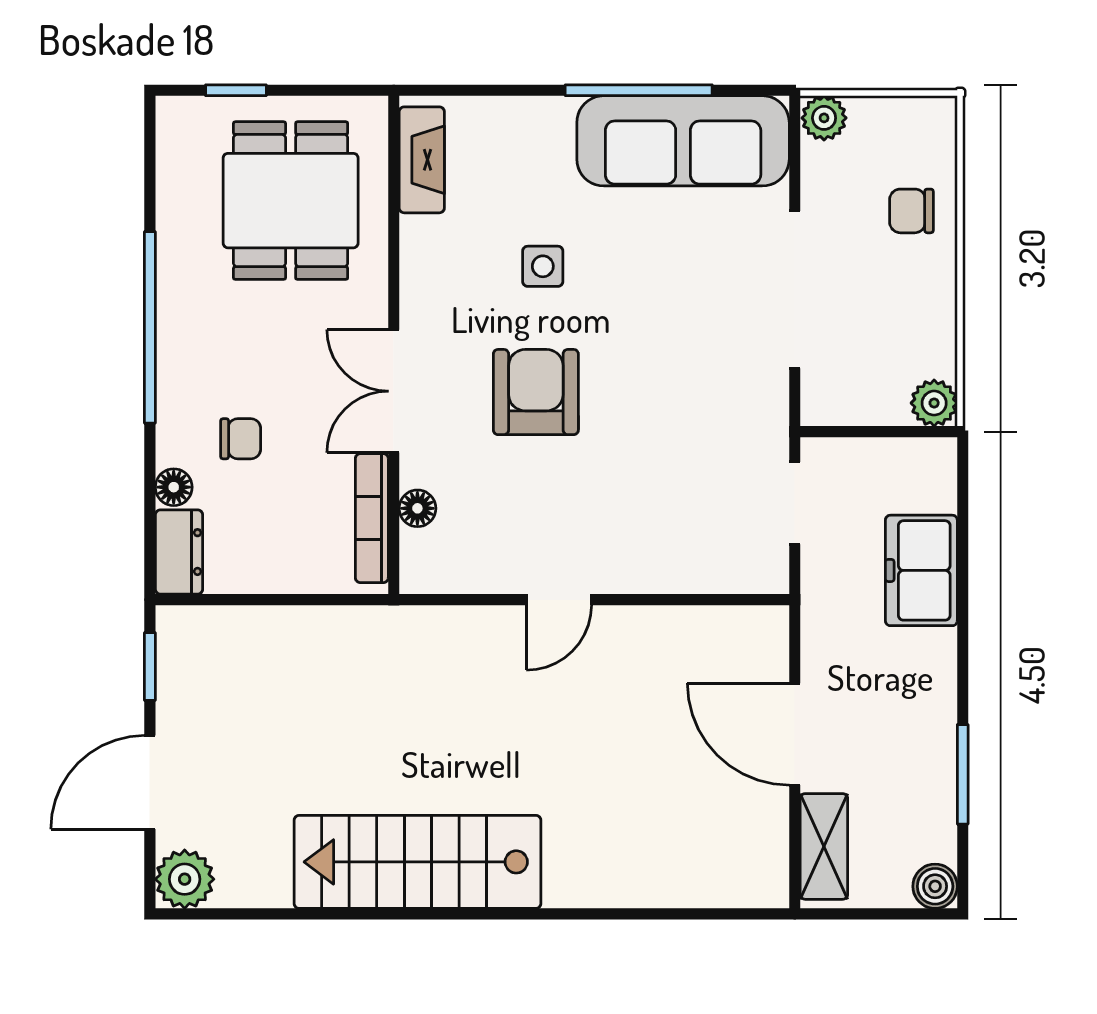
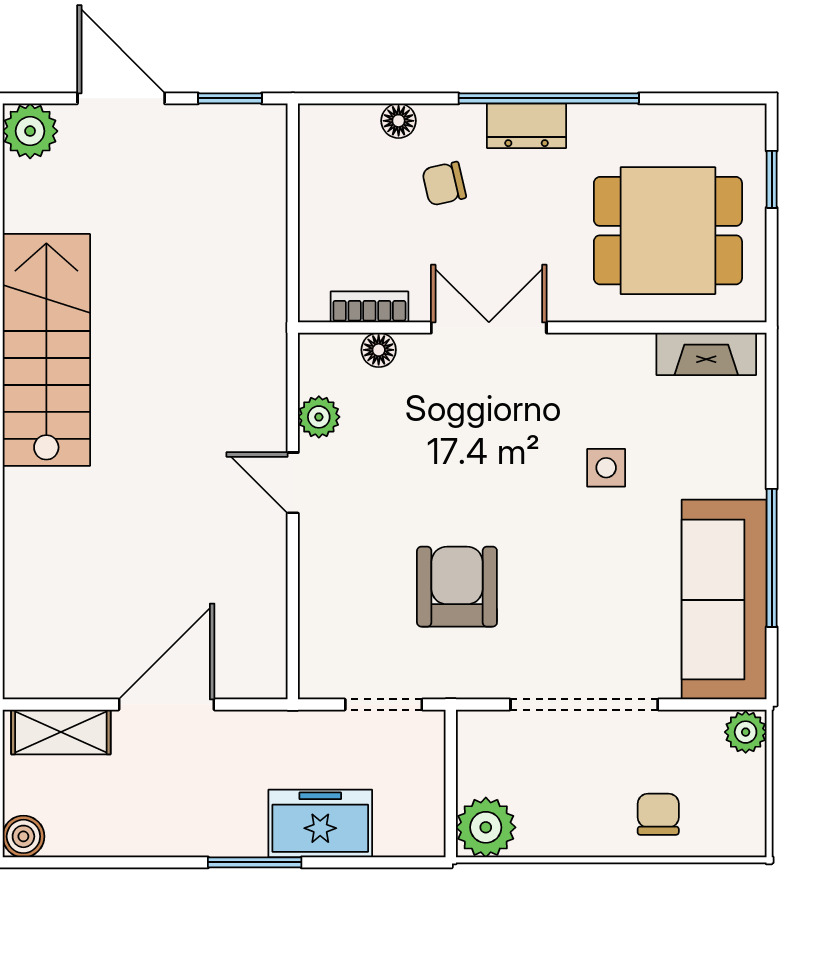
armchair: (536, 392) -> (457, 587), moved, turned -90
plant: (934, 403) -> (486, 827), width x1.38, depth x1.38
chair: (241, 439) -> (444, 184), turned 77
bookcase: (372, 518) -> (369, 307), width x0.64
dresser: (179, 552) -> (527, 126), moved
plant: (489, 572) -> (319, 417), added
window: (963, 774) -> (255, 862), moved

